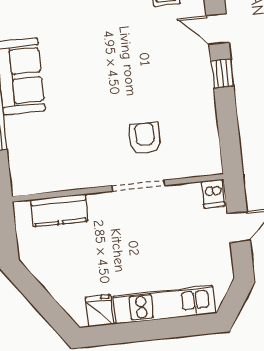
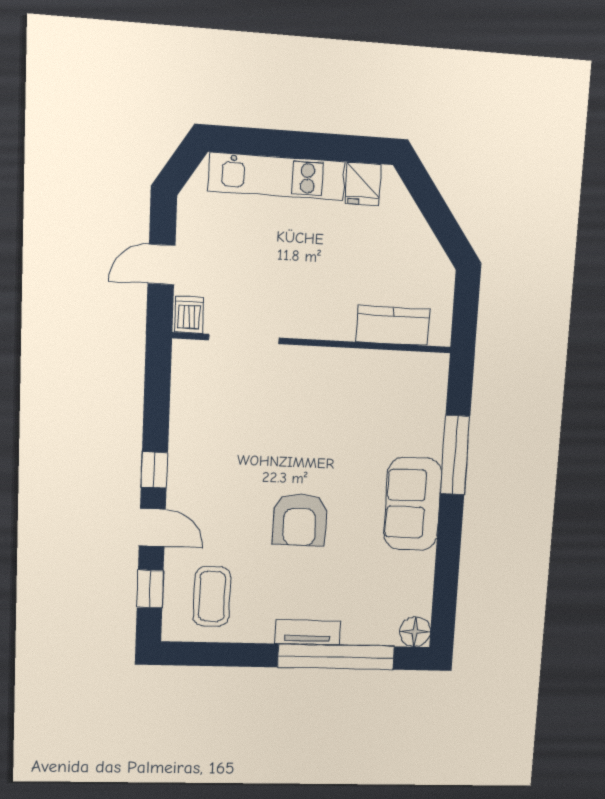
armchair: (145, 138) -> (300, 520), moved, width x1.38, depth x1.38
doorway: (138, 186) -> (244, 339), moved

